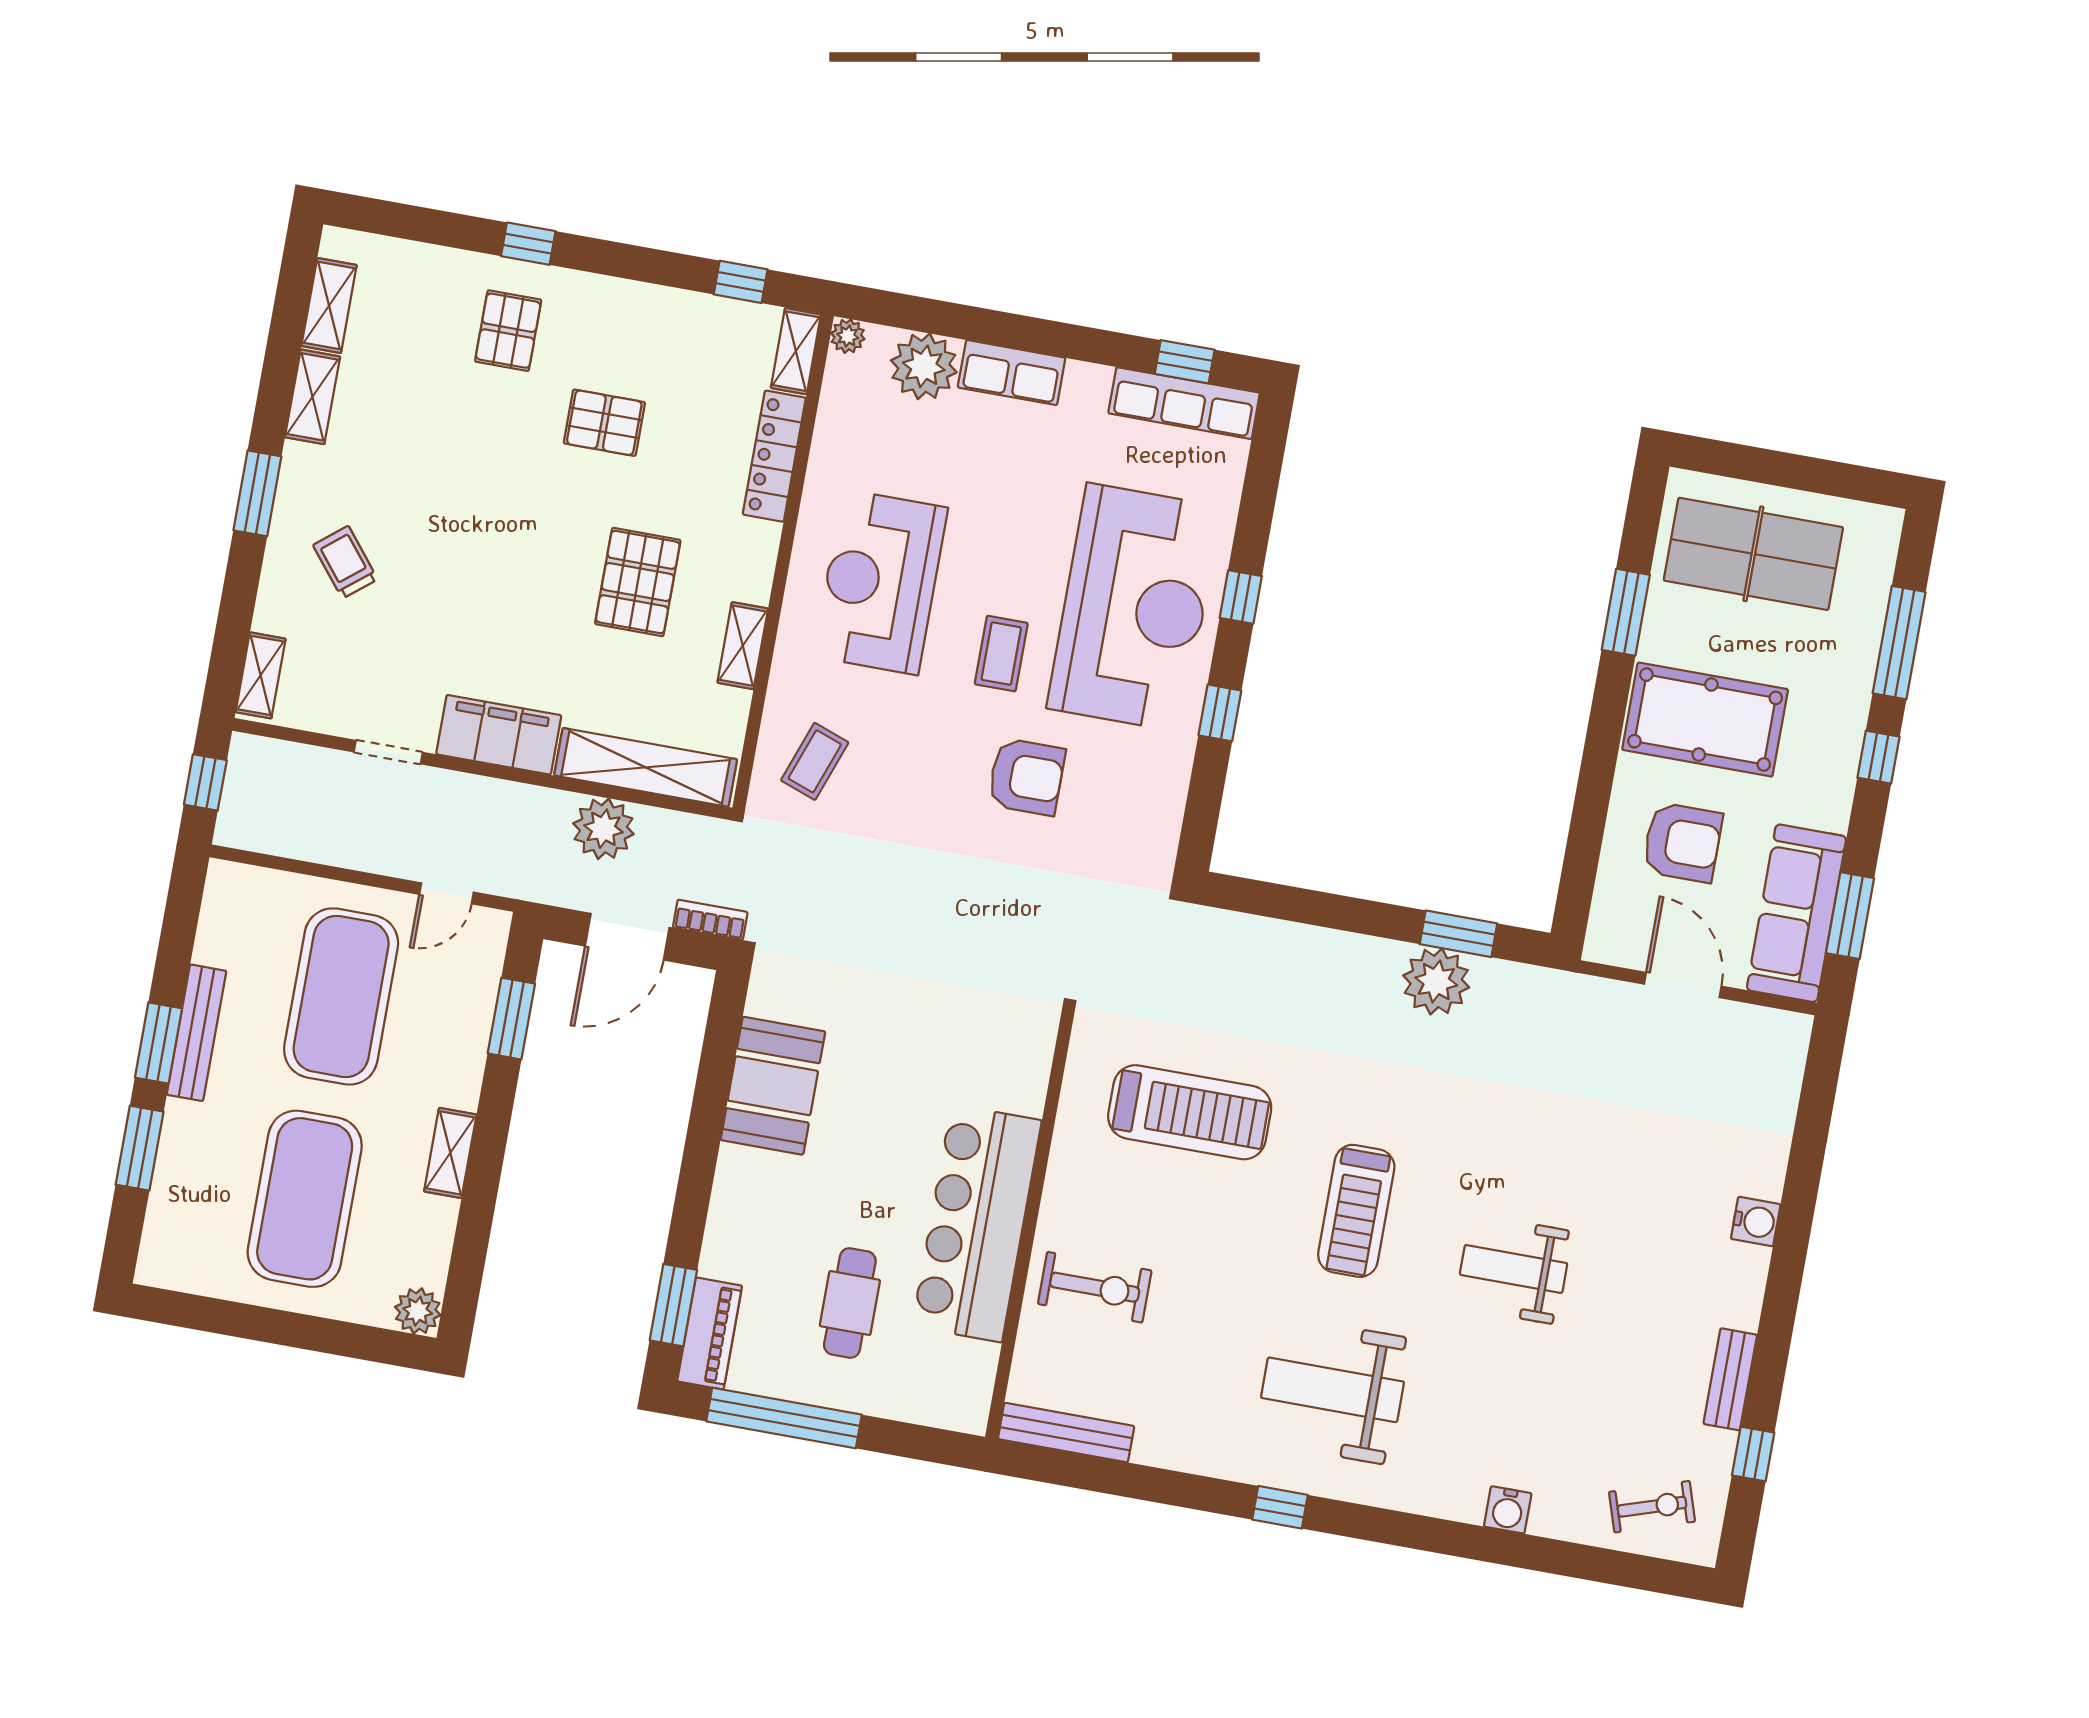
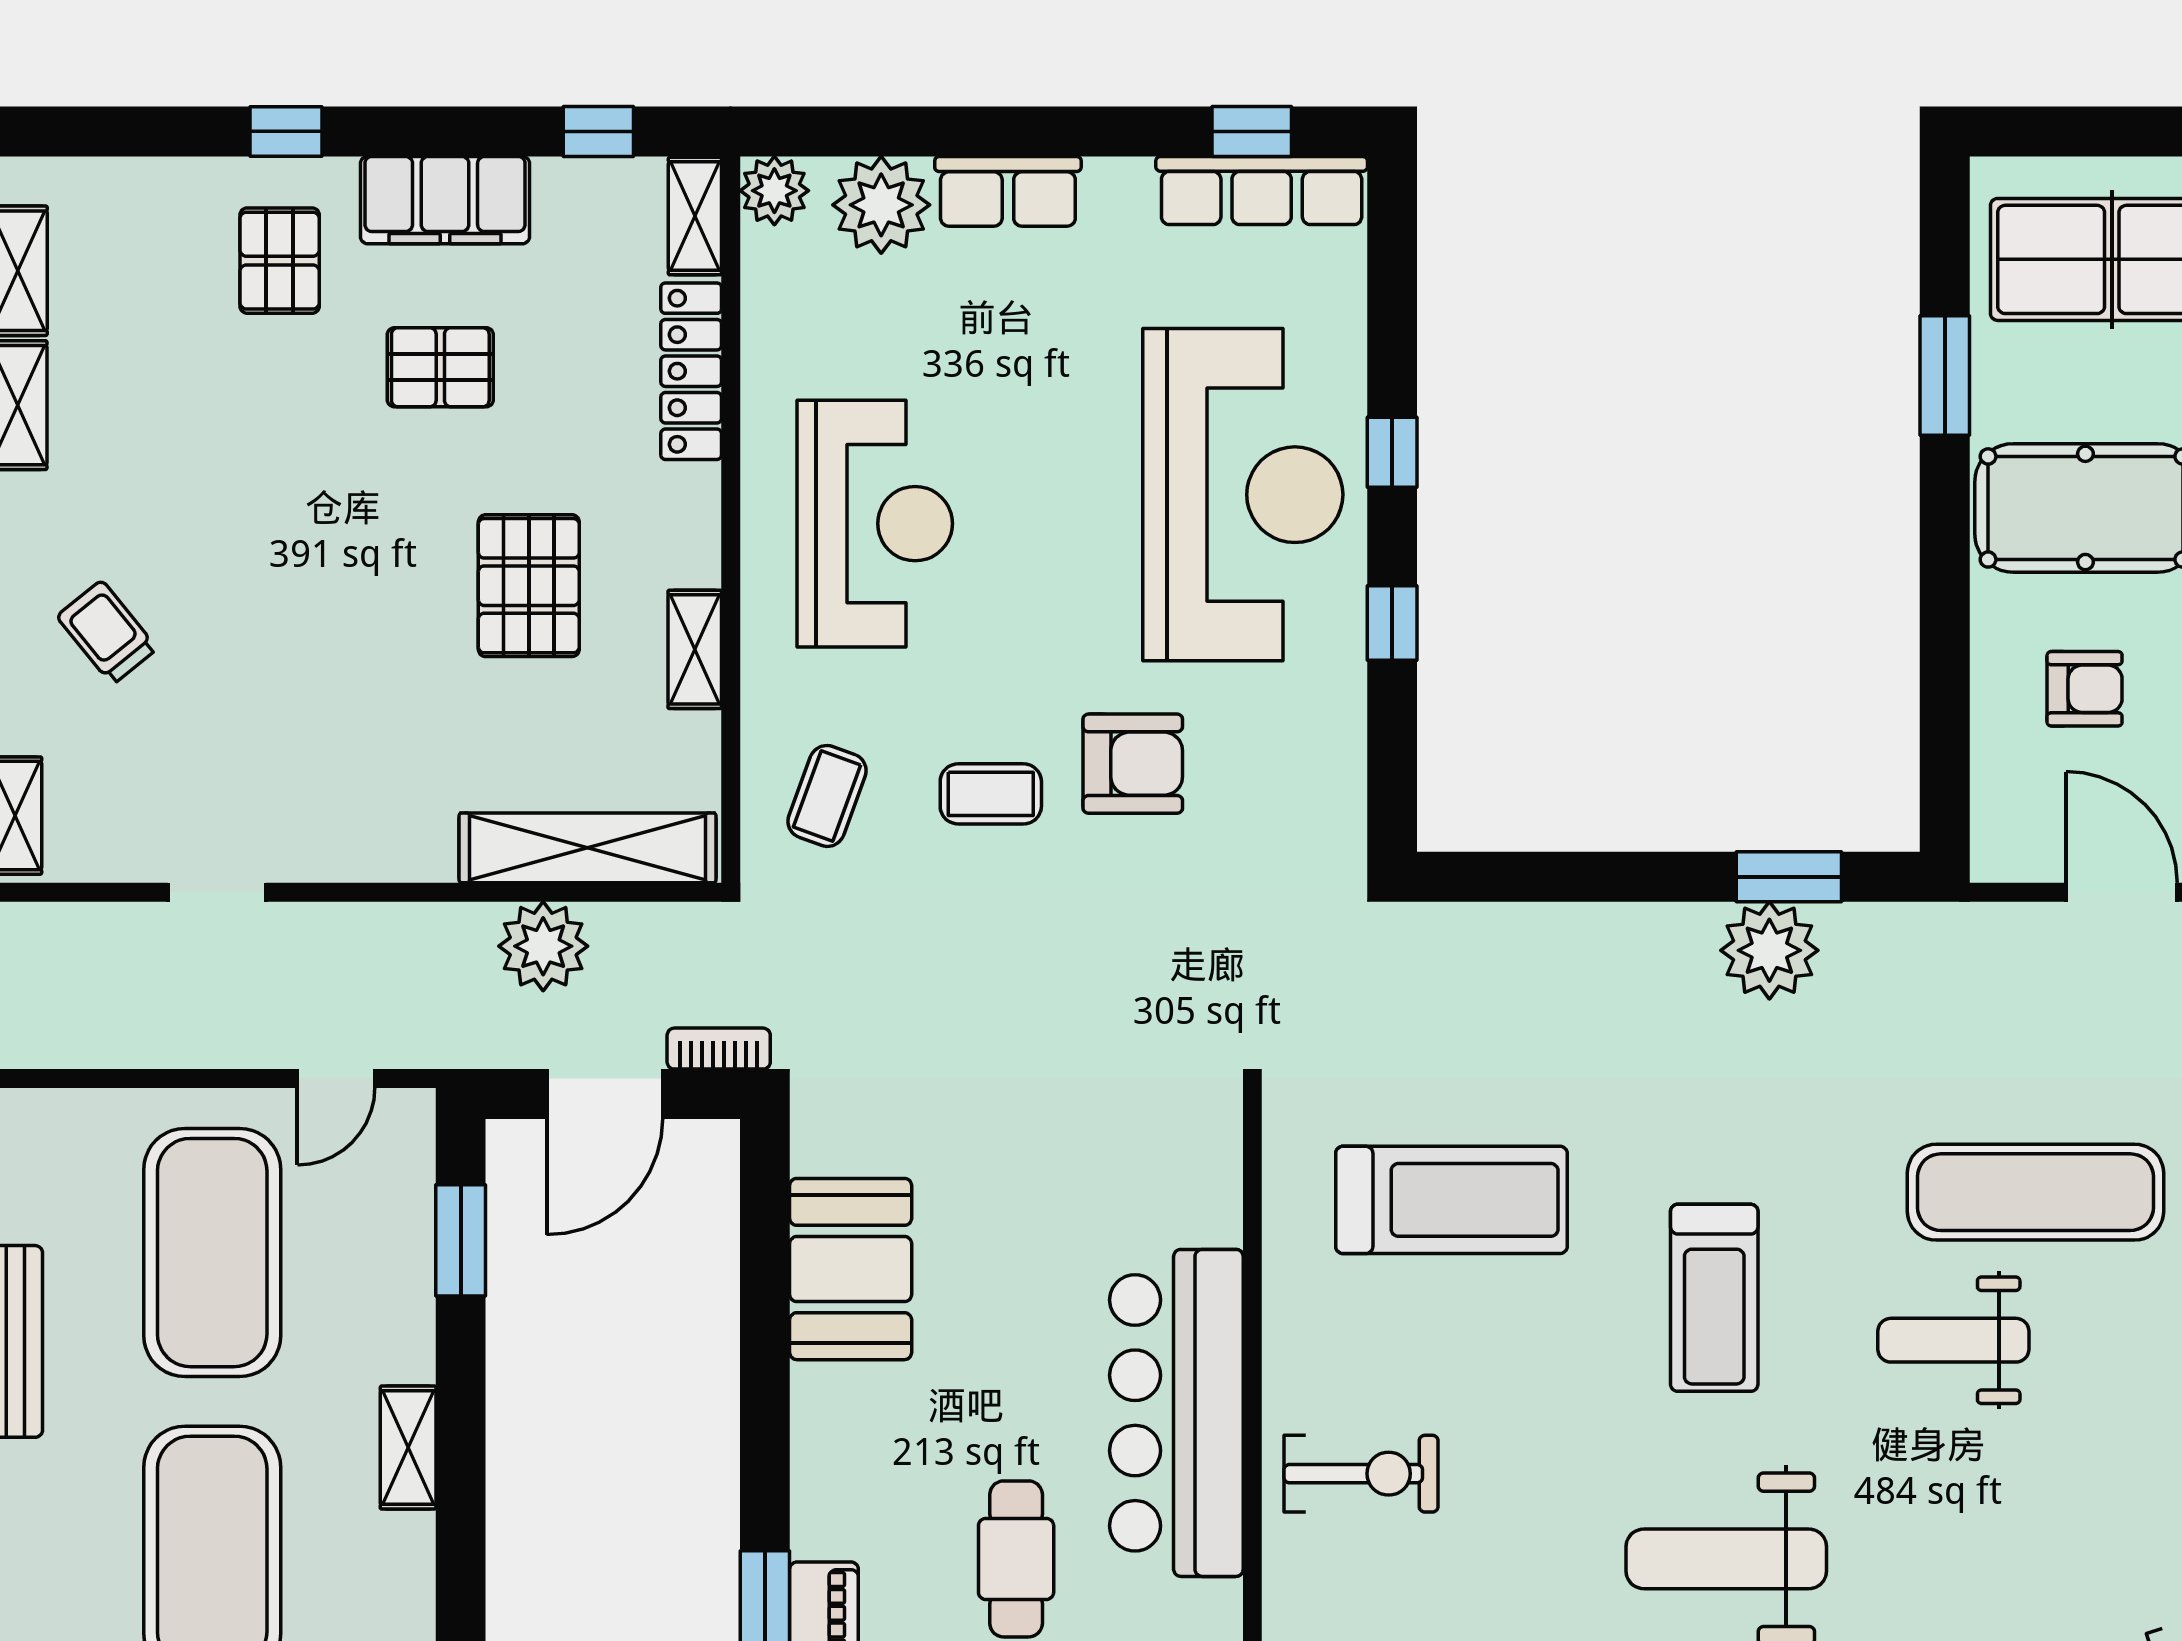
plant: (848, 336) -> (774, 191), width x1.38, depth x1.38
reception desk: (880, 582) -> (875, 524), turned 180
coffee table: (1001, 654) -> (991, 794), moved, turned 90
filing cabinet: (499, 735) -> (445, 200), moved, turned 180
armchair: (1682, 842) -> (2085, 689), width x0.72, depth x0.72
exercise mat: (1587, 1178) -> (2035, 1192), added

